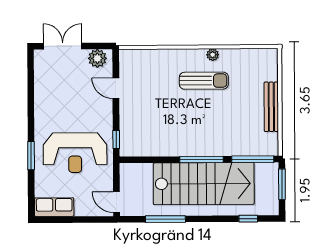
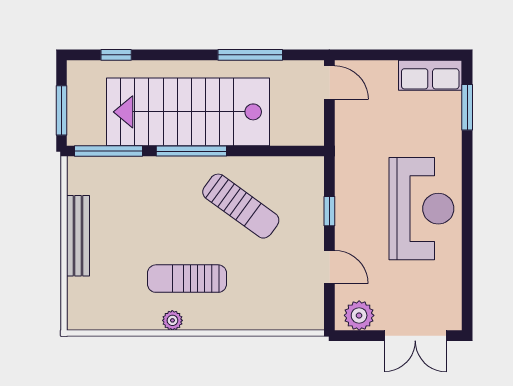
sun lounger: (171, 126) -> (241, 206), added
window: (116, 139) -> (329, 211), moved
reception desk: (75, 153) -> (421, 209), moved, turned 90
window: (31, 156) -> (467, 107), moved

